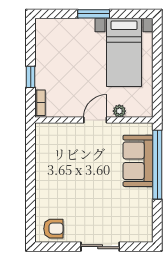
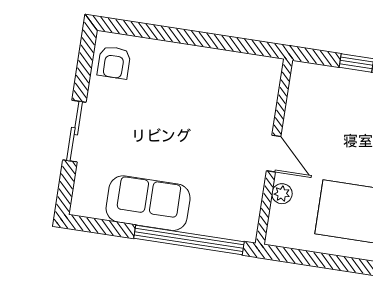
bookcase: (40, 103) -> (314, 72), removed
sofa: (138, 161) -> (148, 203), moved

